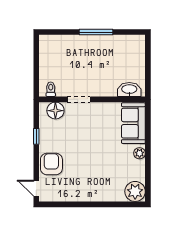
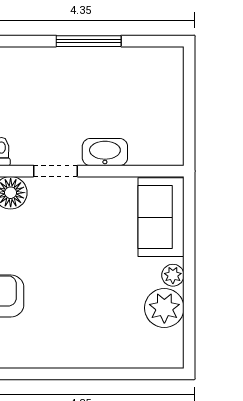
washbasin: (129, 90) -> (105, 152), moved
plant: (135, 191) -> (164, 308), moved

